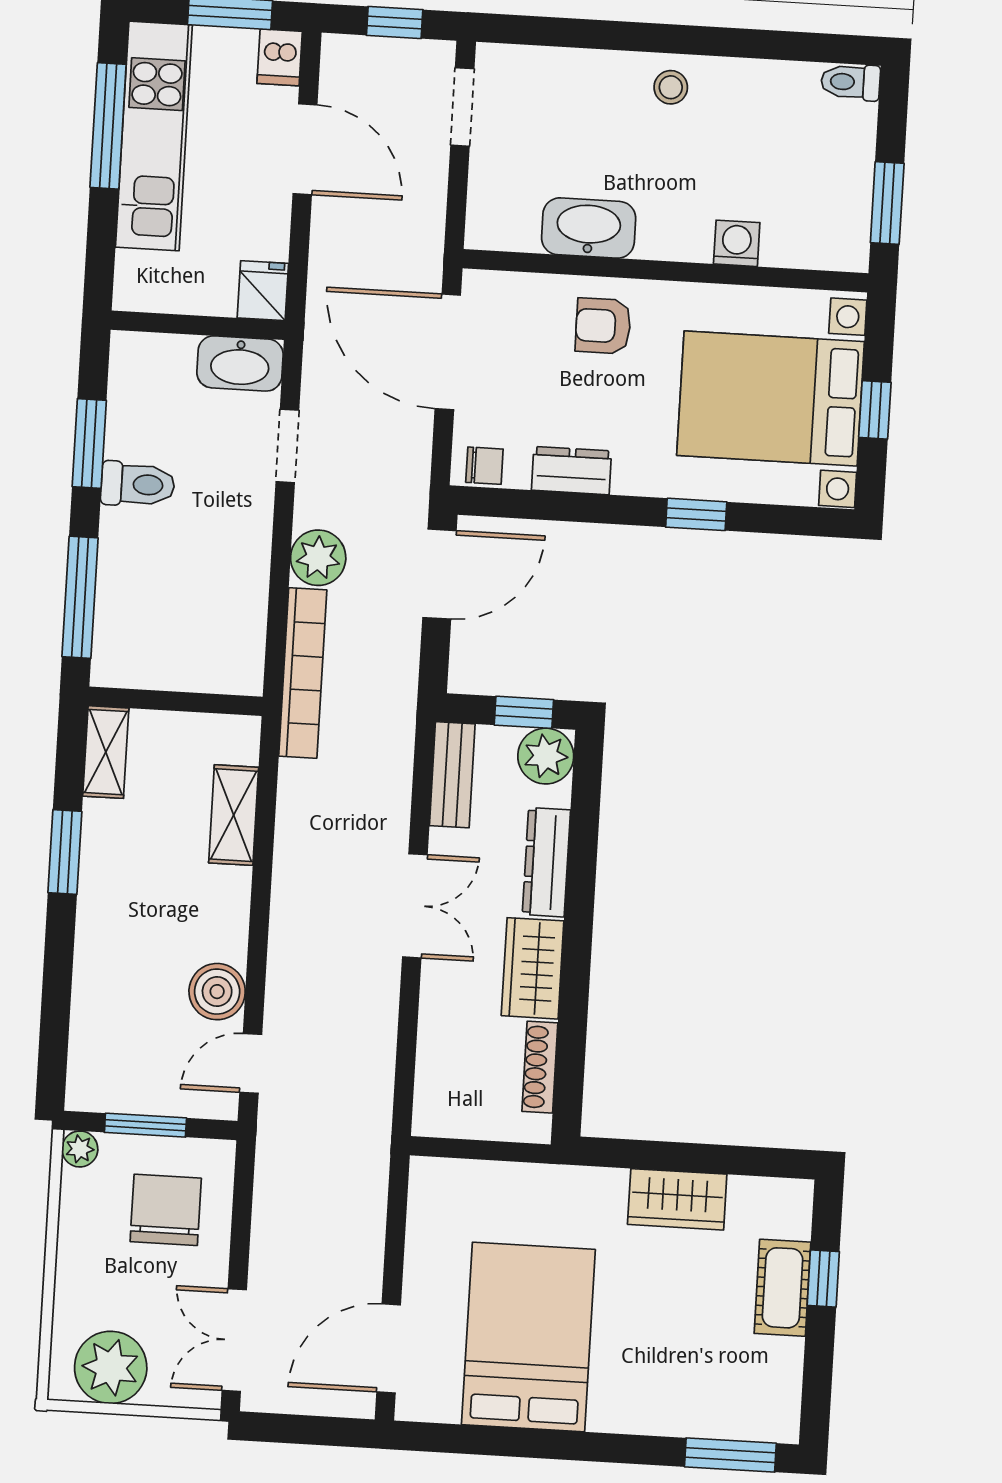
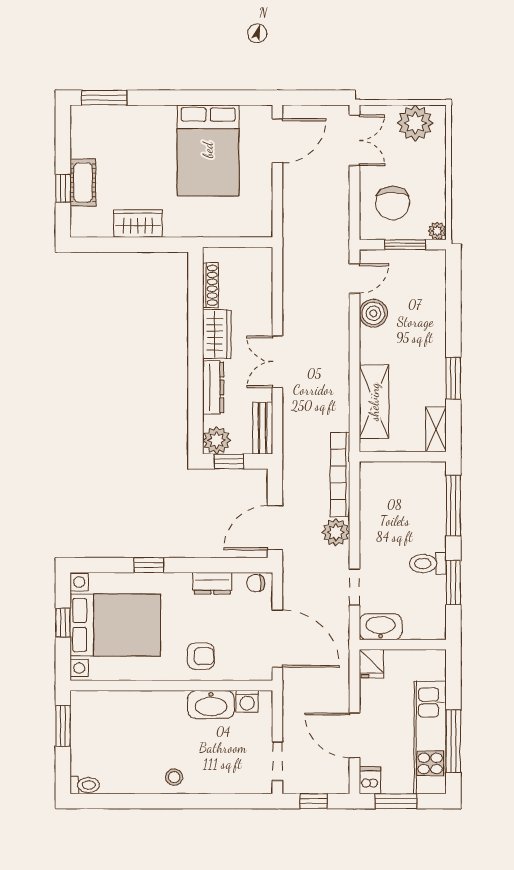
washing machine: (737, 243) -> (247, 701), moved
shelving: (234, 815) -> (374, 402), width x1.50, depth x1.33

